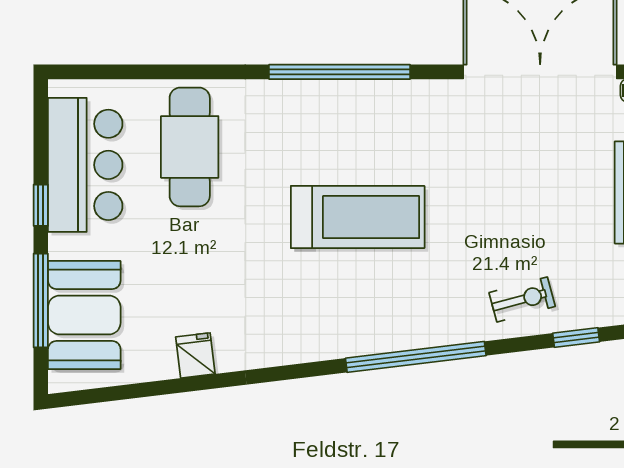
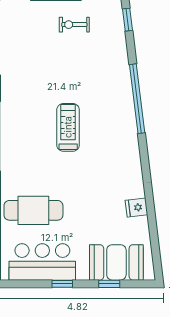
treadmill: (358, 217) -> (68, 127), width x0.73, depth x0.73
exercise bike: (522, 299) -> (74, 25), moved, turned -75
window: (41, 301) -> (109, 284), width x0.46

